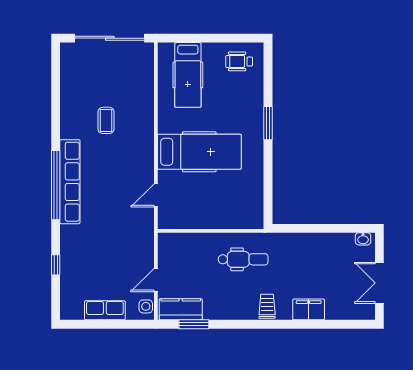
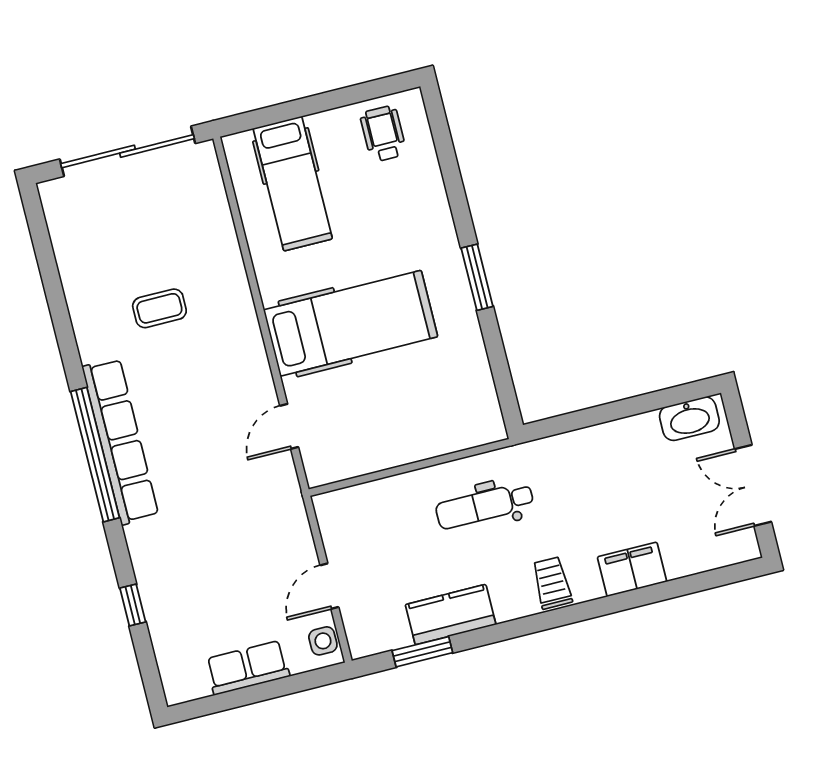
wheelchair: (239, 61) -> (383, 134), turned 90
coffee table: (106, 120) -> (159, 308), turned 90
window: (268, 123) -> (477, 277), moved
washbasin: (363, 239) -> (689, 419), width x1.91, depth x1.45
dental chair: (243, 259) -> (485, 506), turned 180
kitchen counter: (181, 309) -> (451, 615), moved

